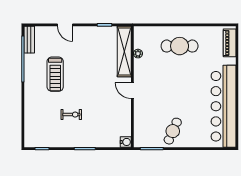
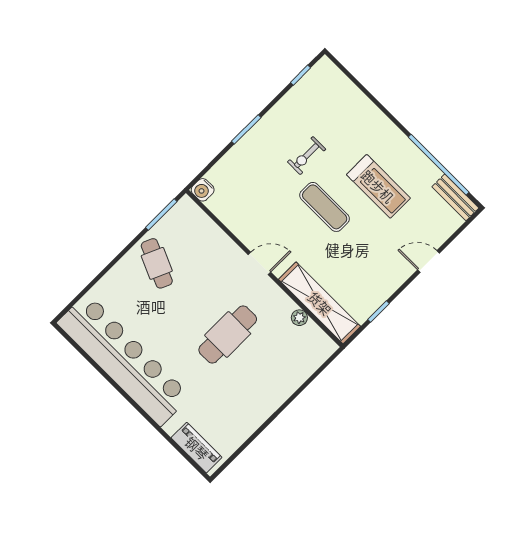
cafe table: (180, 46) -> (228, 334), moved
treadmill: (55, 74) -> (378, 186), turned 180
exercise mat: (84, 87) -> (325, 207), added

